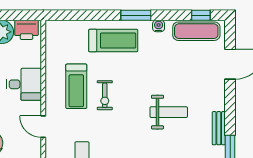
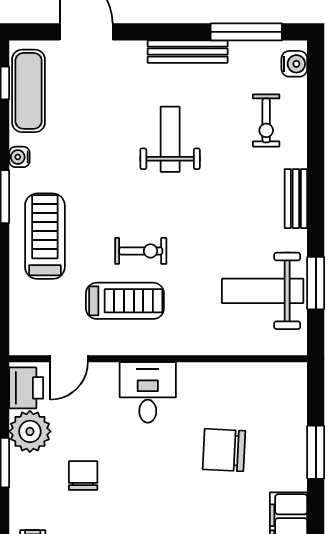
desk: (24, 84) -> (148, 392), moved
door: (43, 127) -> (69, 359), moved
bench: (219, 128) -> (188, 52), width x1.36

